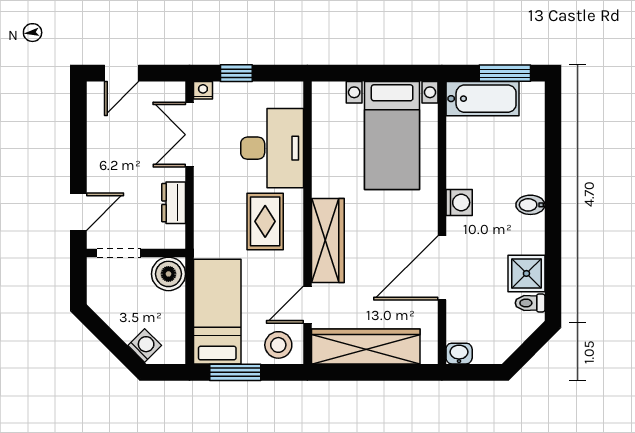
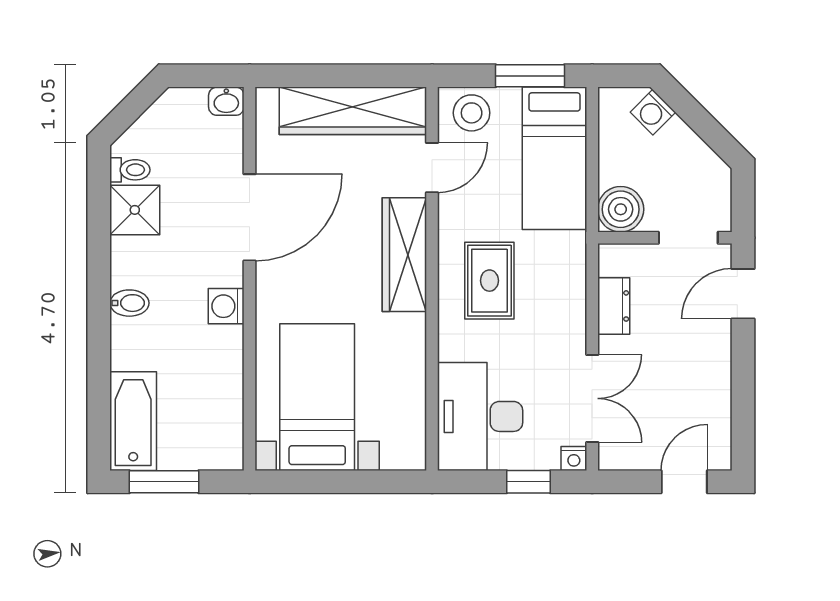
bathtub: (482, 99) -> (133, 421), moved, turned 90
desk: (272, 148) -> (480, 416), moved

